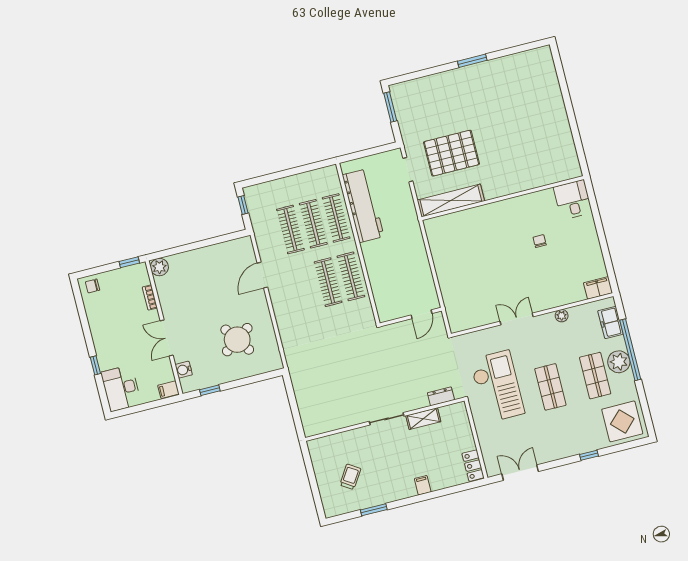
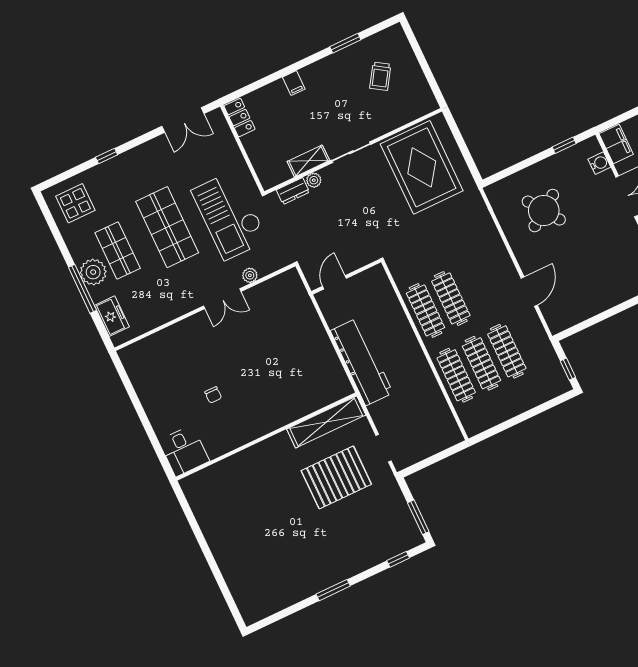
window: (414, 76) -> (398, 559), added
workbench: (363, 206) -> (362, 362), moved, turned 180
filing cabinet: (598, 288) -> (134, 354), removed
plant: (562, 316) -> (250, 275), moved
window: (630, 350) -> (82, 289), width x0.68
shop shelf: (550, 387) -> (167, 227), width x1.43, depth x1.36
filing cabinet: (168, 390) -> (616, 144), width x2.00
rug: (331, 395) -> (422, 167), added
plant: (422, 402) -> (314, 180), added
display table: (622, 421) -> (75, 203), width x0.73, depth x0.73

